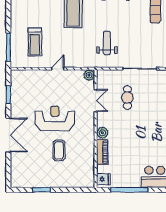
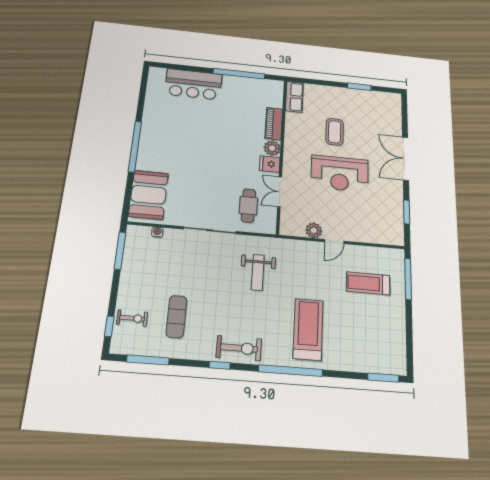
treadmill: (35, 42) -> (368, 283), turned -90
plant: (89, 75) -> (314, 230), moved
cafe table: (127, 97) -> (248, 206), moved
row of seats: (89, 175) -> (294, 97), added
fridge: (103, 179) -> (270, 164), moved

